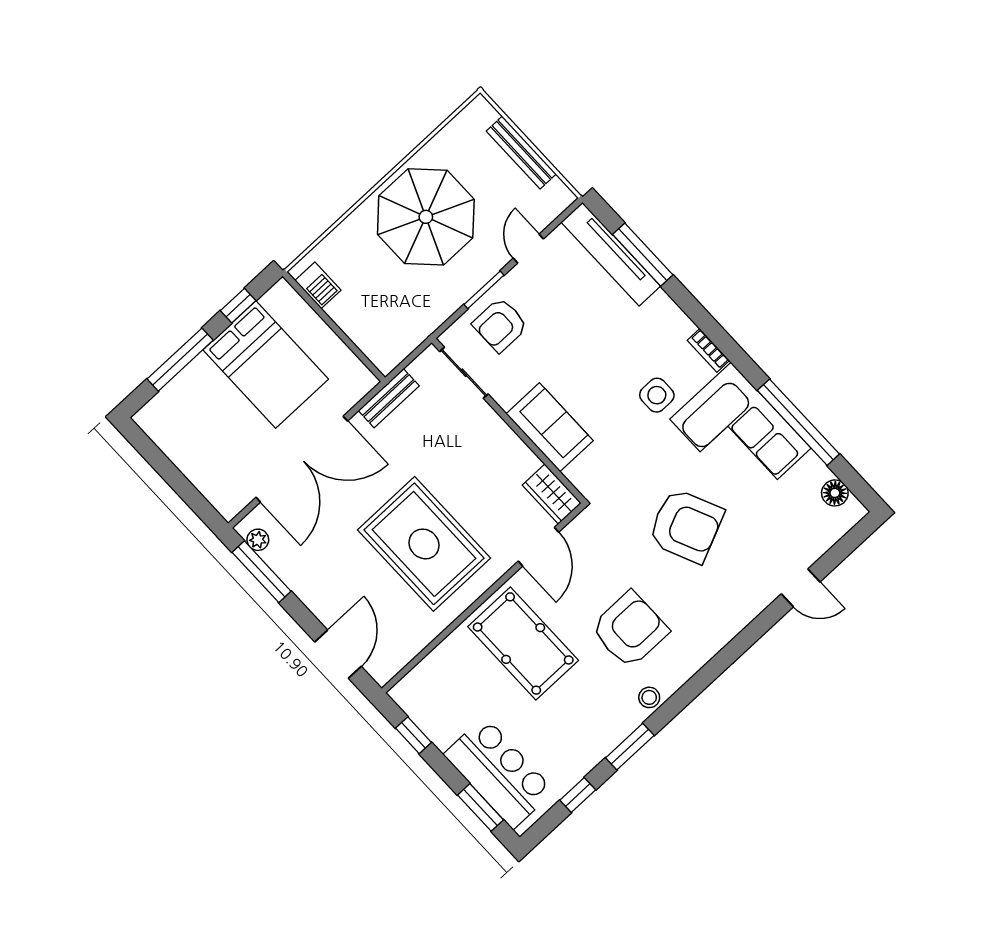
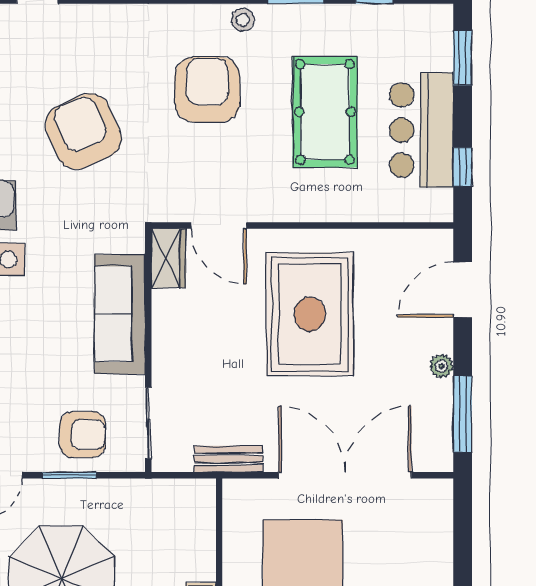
sofa: (550, 427) -> (120, 314), width x1.36
plant: (258, 540) -> (441, 366), moved
door: (538, 547) -> (219, 226), swing flipped
armchair: (630, 630) -> (207, 90), turned 90
pool table: (523, 643) -> (325, 112), moved
bar counter: (499, 773) -> (421, 130), moved

